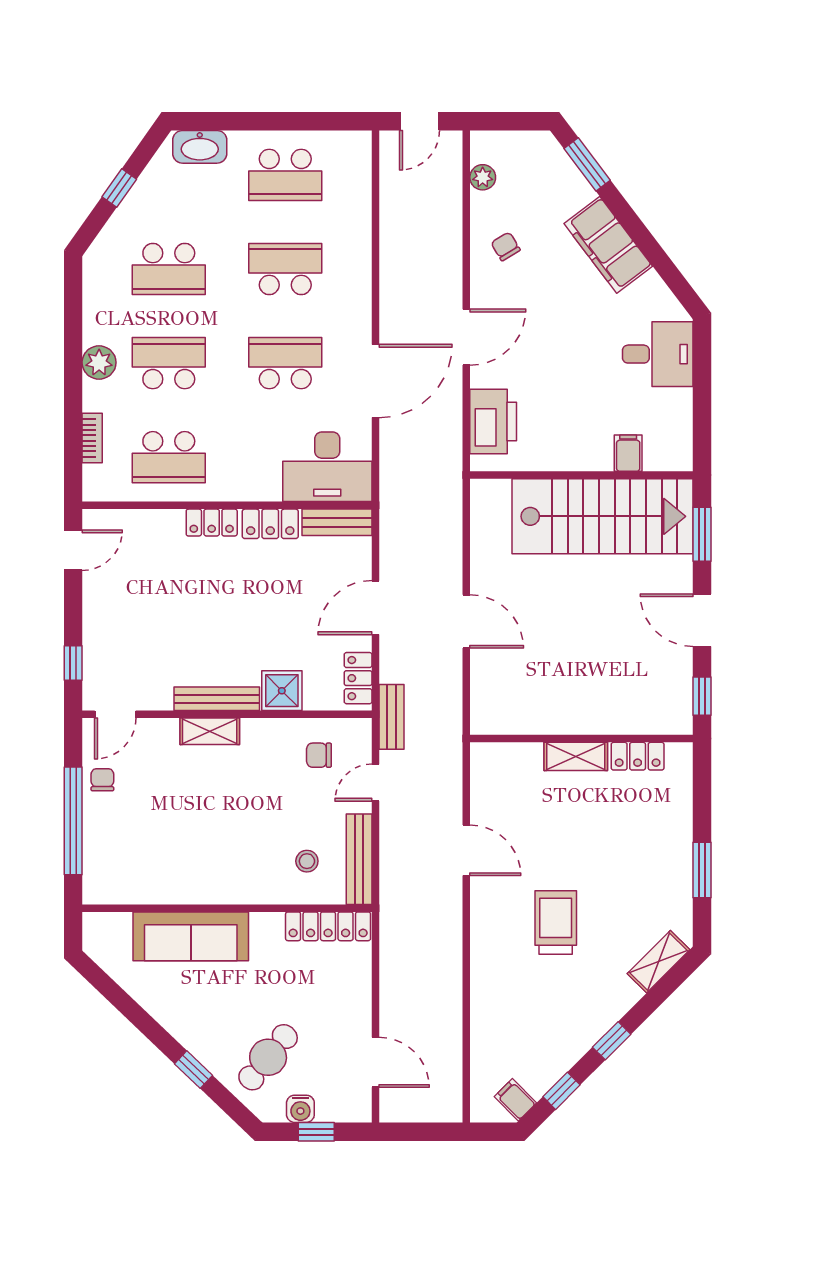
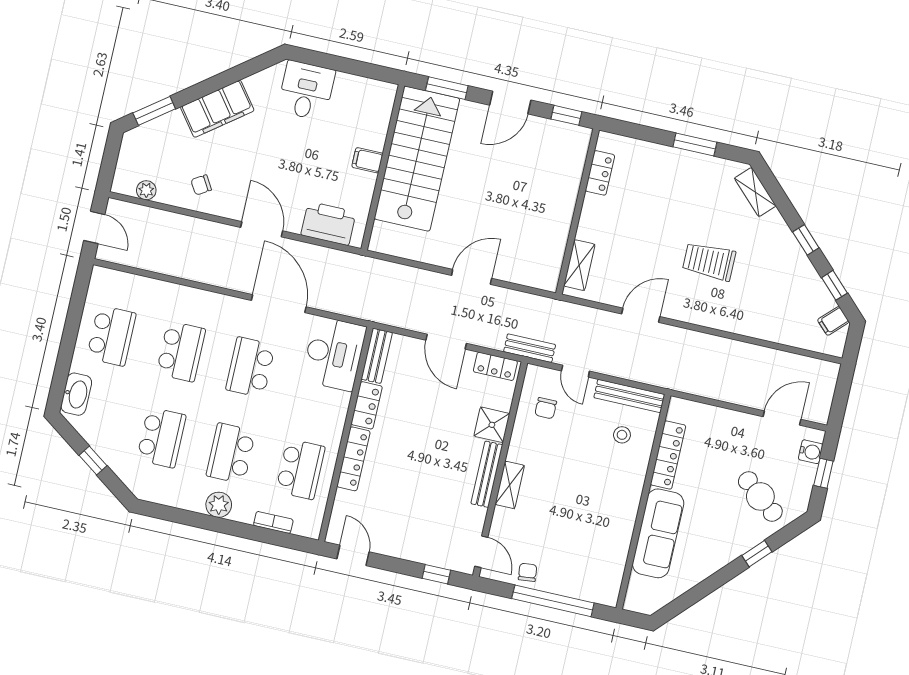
school desk: (285, 269) -> (181, 351), turned 180
filing cabinet: (628, 453) -> (367, 160), moved
locker: (212, 523) -> (353, 459), width x1.53
shelving: (576, 756) -> (579, 265), moved
chair: (102, 780) -> (528, 572), turned 84
locker: (328, 926) -> (668, 455), moved
water cooler: (300, 1109) -> (811, 452), moved

